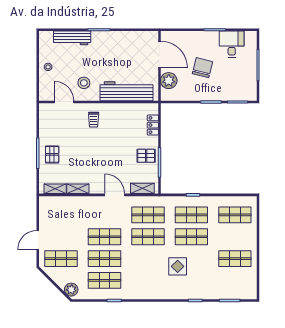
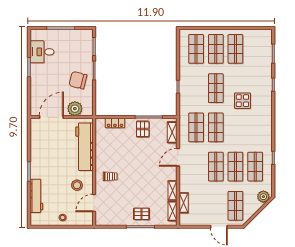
chair: (202, 68) -> (78, 80), moved
shelving: (64, 201) -> (184, 203), added
shop shelf: (191, 215) -> (216, 49), moved

